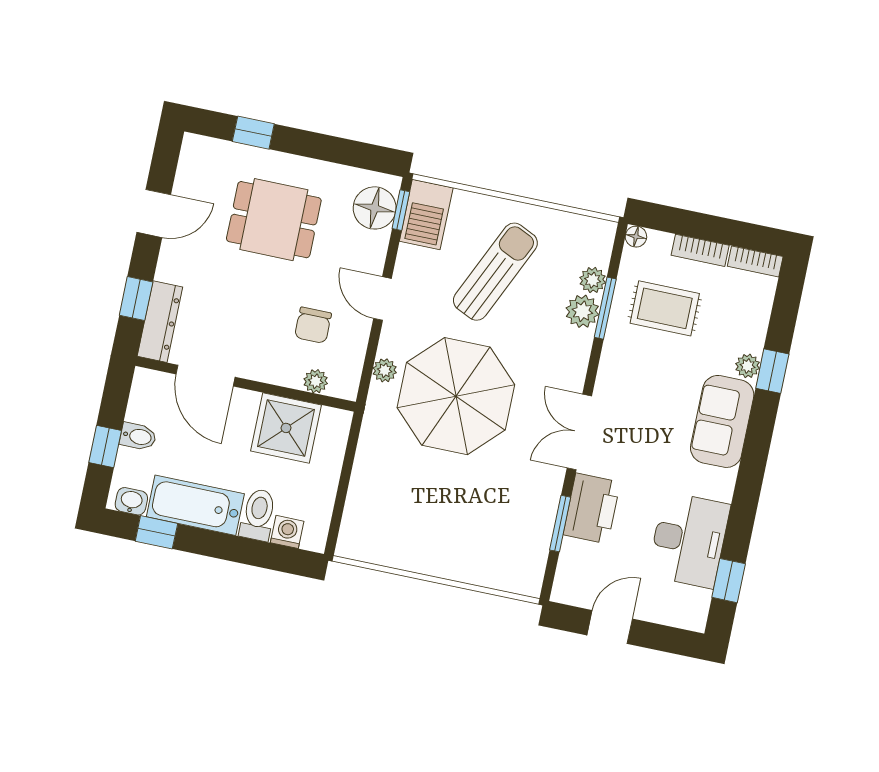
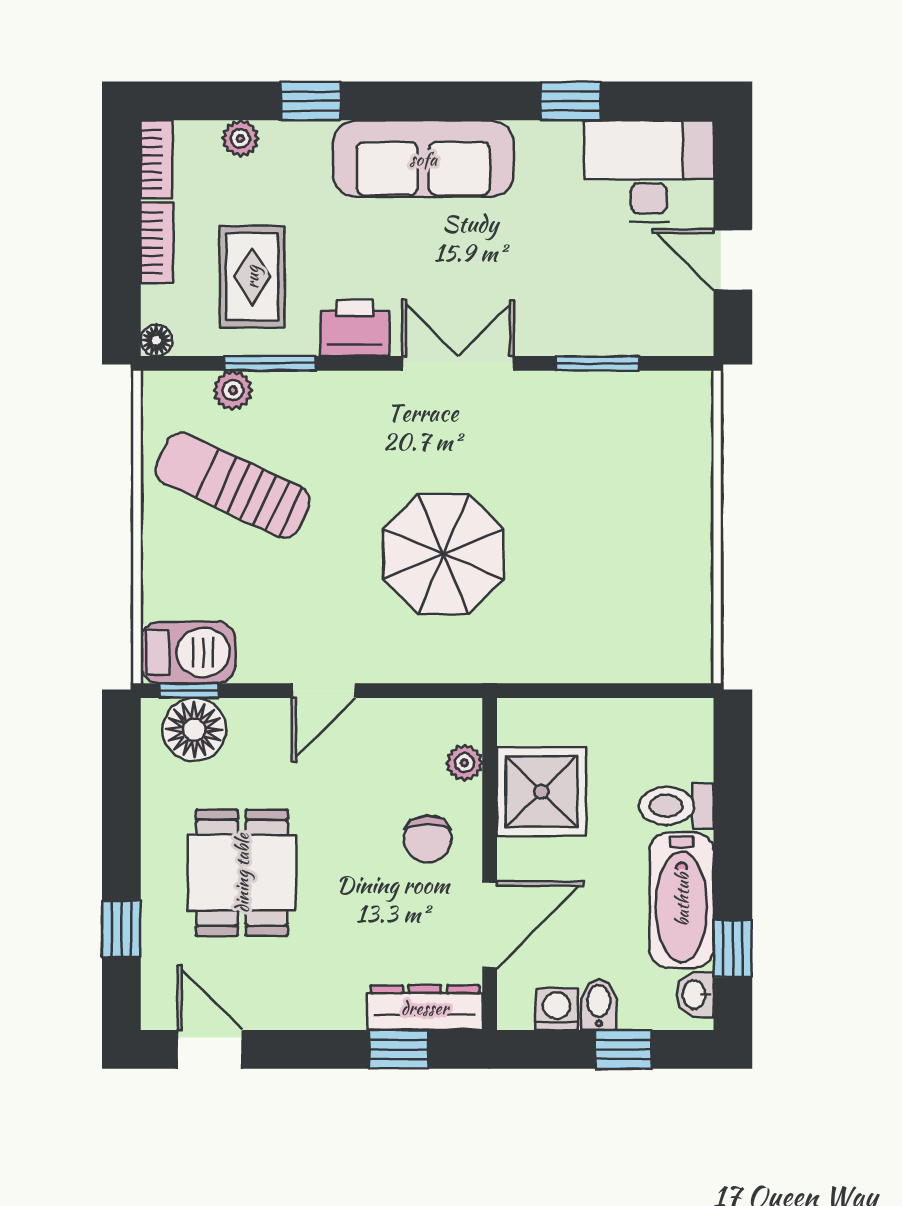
door: (154, 213) -> (210, 1049), moved
sun lounger: (495, 272) -> (233, 485), moved
plant: (582, 311) -> (281, 396), removed
chair: (313, 325) -> (428, 839), moved, turned 90
plant: (748, 366) -> (240, 138), moved
plant: (385, 370) -> (428, 666), removed
parasol: (456, 396) -> (443, 554), width x0.73, depth x0.73
sofa: (722, 421) -> (423, 159), width x1.36
double door: (579, 432) -> (458, 363), swing flipped
printer: (592, 508) -> (355, 328), moved, width x0.73, depth x0.84
washing machine: (287, 532) -> (557, 1009), moved, turned 90
desk: (689, 540) -> (649, 171), moved
window: (729, 581) -> (571, 101), moved

